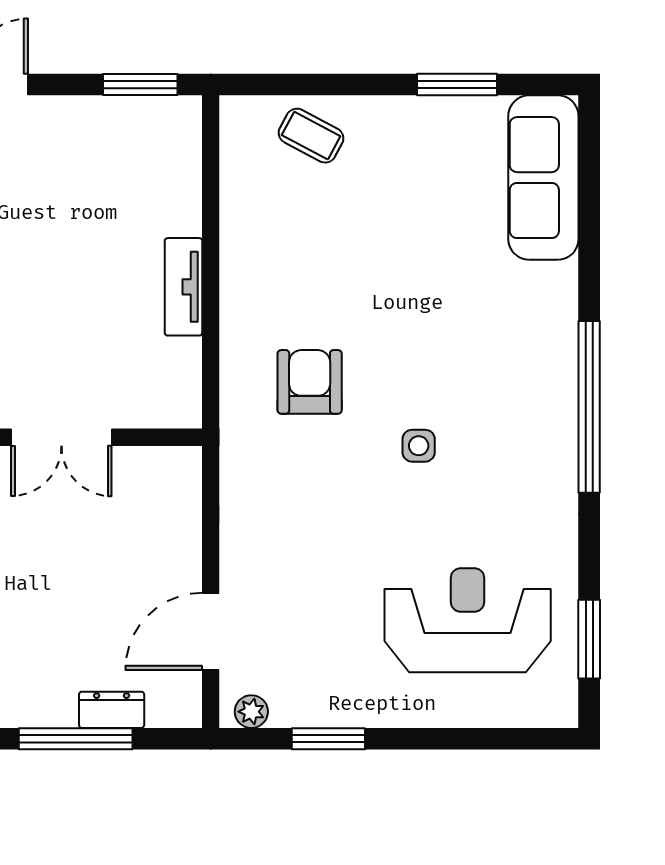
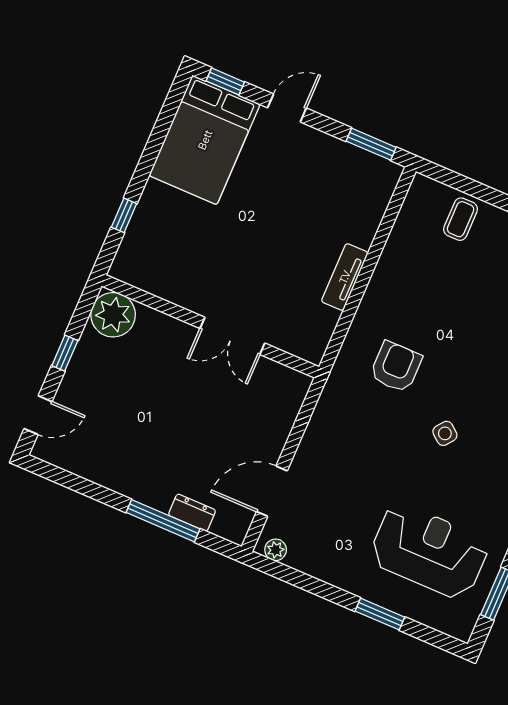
coffee table: (311, 136) -> (461, 219), turned 62
side table: (419, 446) -> (445, 433), turned 38
window: (328, 739) -> (380, 614), moved

